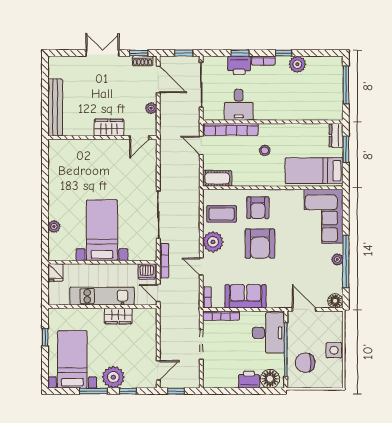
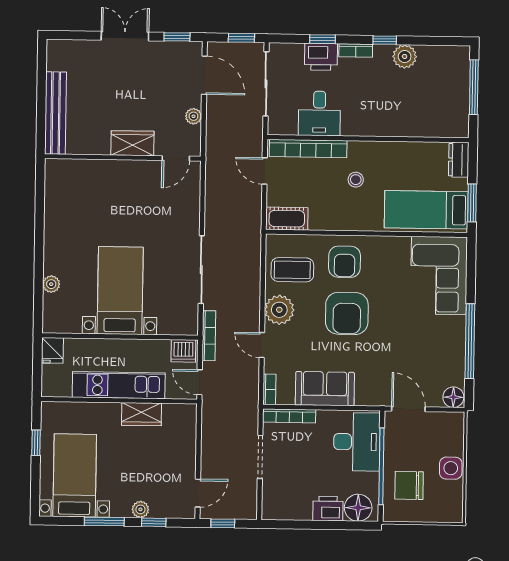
shoe rack: (143, 61) -> (182, 48), removed
window: (346, 149) -> (472, 203), moved
plant: (337, 259) -> (458, 338), removed
plant: (113, 377) -> (140, 509), width x0.53, depth x0.53

